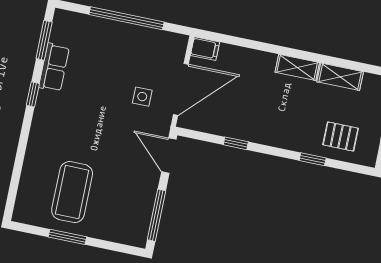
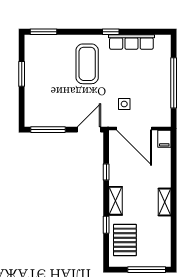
window: (44, 40) -> (44, 32), moved
row of seats: (54, 67) -> (131, 42), width x1.48
shelving: (340, 77) -> (116, 201), moved
pallet: (341, 137) -> (125, 240), width x1.50, depth x1.42
coffee table: (72, 192) -> (87, 64), moved, turned 90

